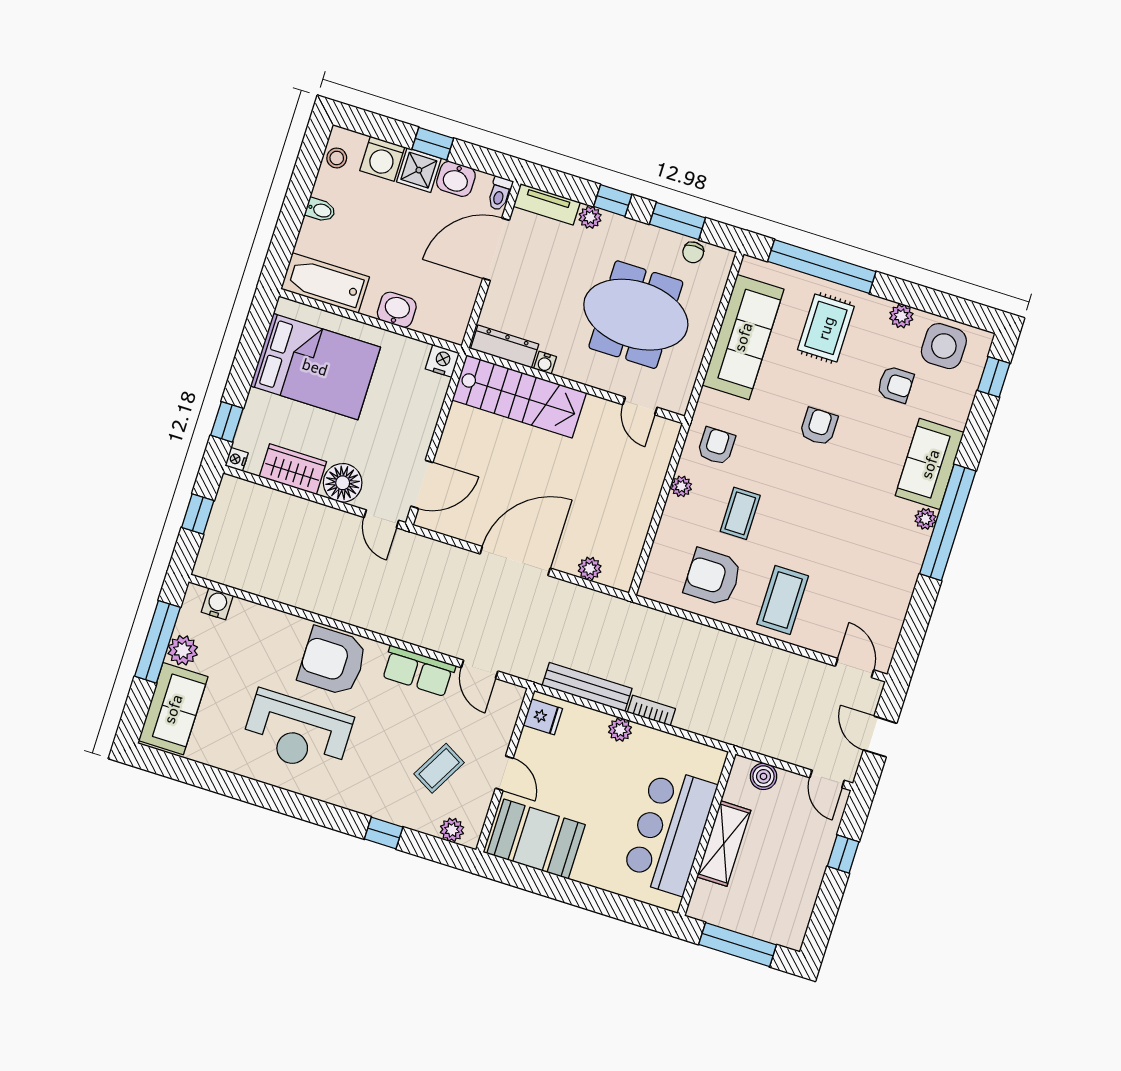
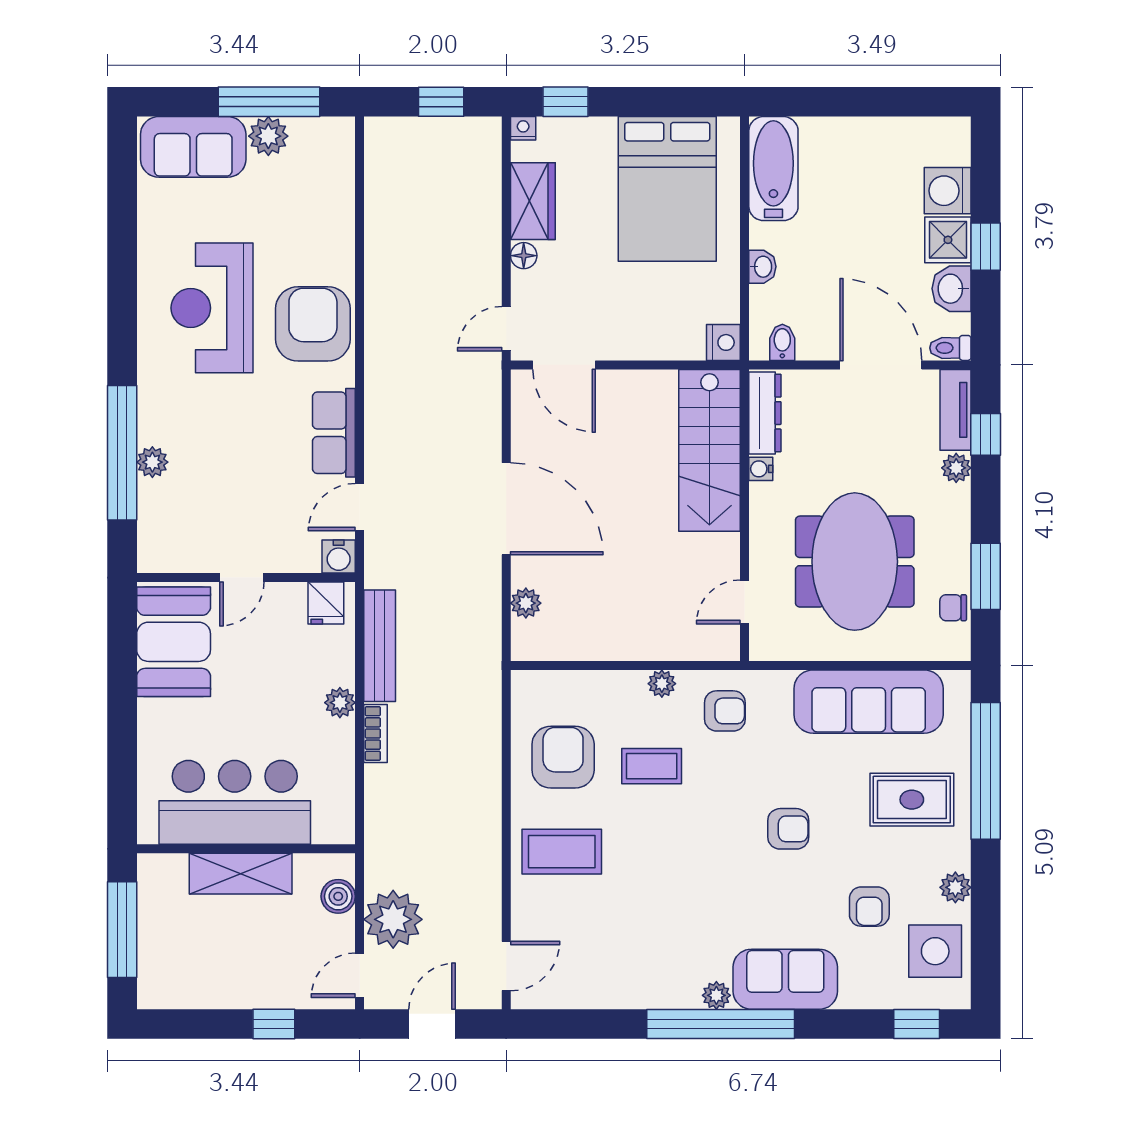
stool: (337, 158) -> (931, 135), removed
window: (613, 201) -> (986, 434), moved
bidet: (320, 210) -> (782, 342), moved, turned 180
washbasin: (397, 310) -> (762, 267), width x0.72, depth x0.69
floor lamp: (343, 483) -> (524, 256), width x0.53, depth x0.53
water cooler: (217, 604) -> (339, 557), moved, turned 90
plant: (793, 741) -> (393, 919), added
coffee table: (439, 768) -> (223, 496), removed
plant: (452, 830) -> (152, 462), moved
window: (384, 833) -> (122, 453), width x3.17

